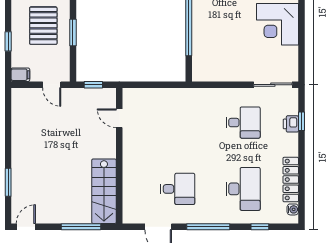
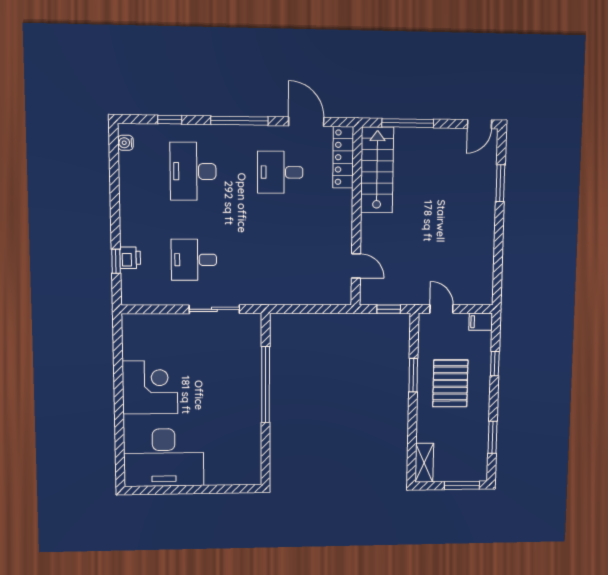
sliding door: (273, 85) -> (214, 309), moved
locker: (291, 180) -> (343, 157), moved, turned 180

